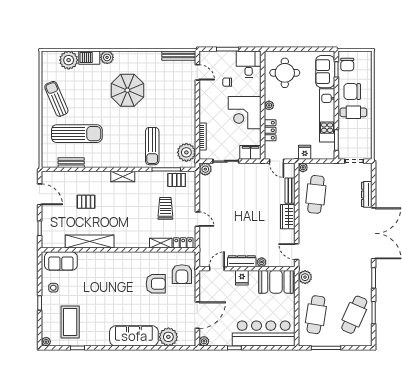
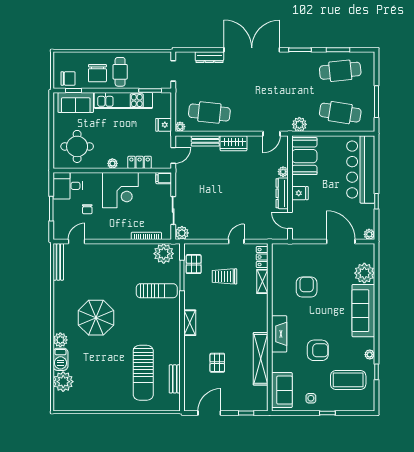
sun lounger: (56, 99) -> (105, 395), removed
sun lounger: (77, 134) -> (143, 373), turned 180
filing cabinet: (250, 152) -> (164, 178), width x0.50
fireplace: (113, 259) -> (279, 334), added
armchair: (182, 274) -> (318, 350), moved
cafe table: (354, 315) -> (340, 71), turned -30
plant: (46, 342) -> (370, 355), moved

